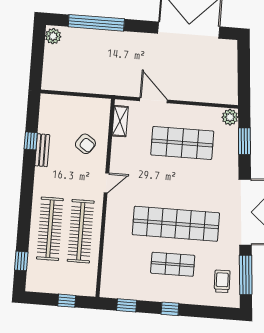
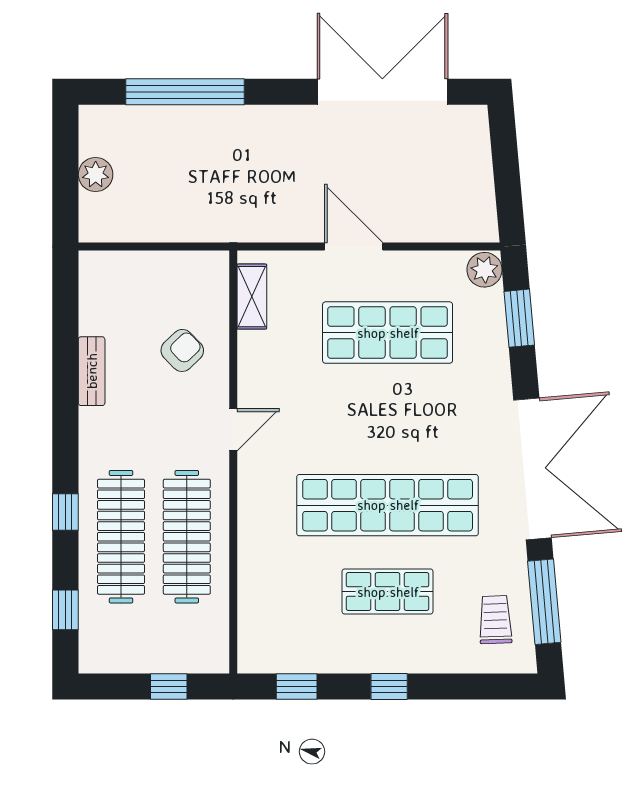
plant: (53, 36) -> (96, 175), moved
door: (154, 100) -> (354, 247), moved
window: (31, 141) -> (65, 512), moved
armchair: (85, 144) -> (182, 350), turned -79

